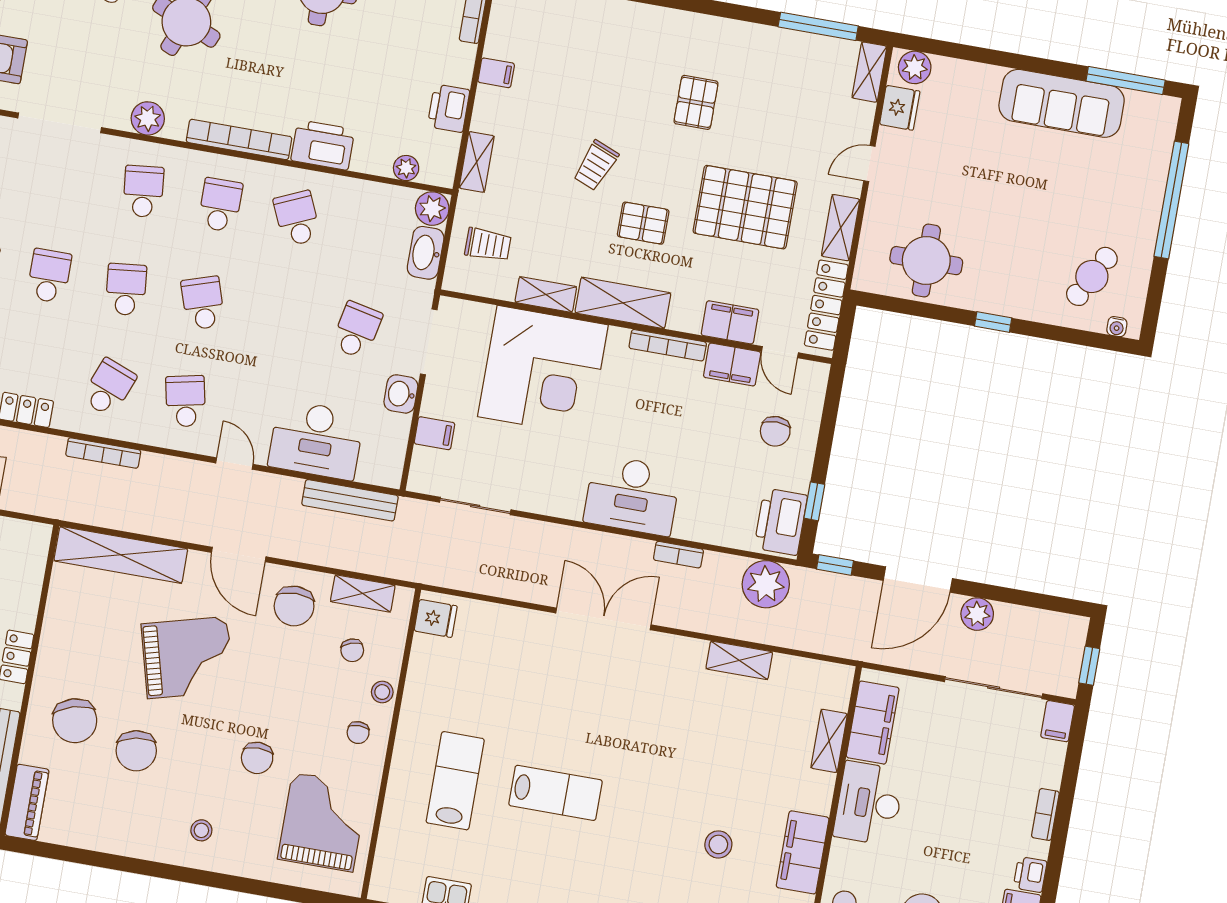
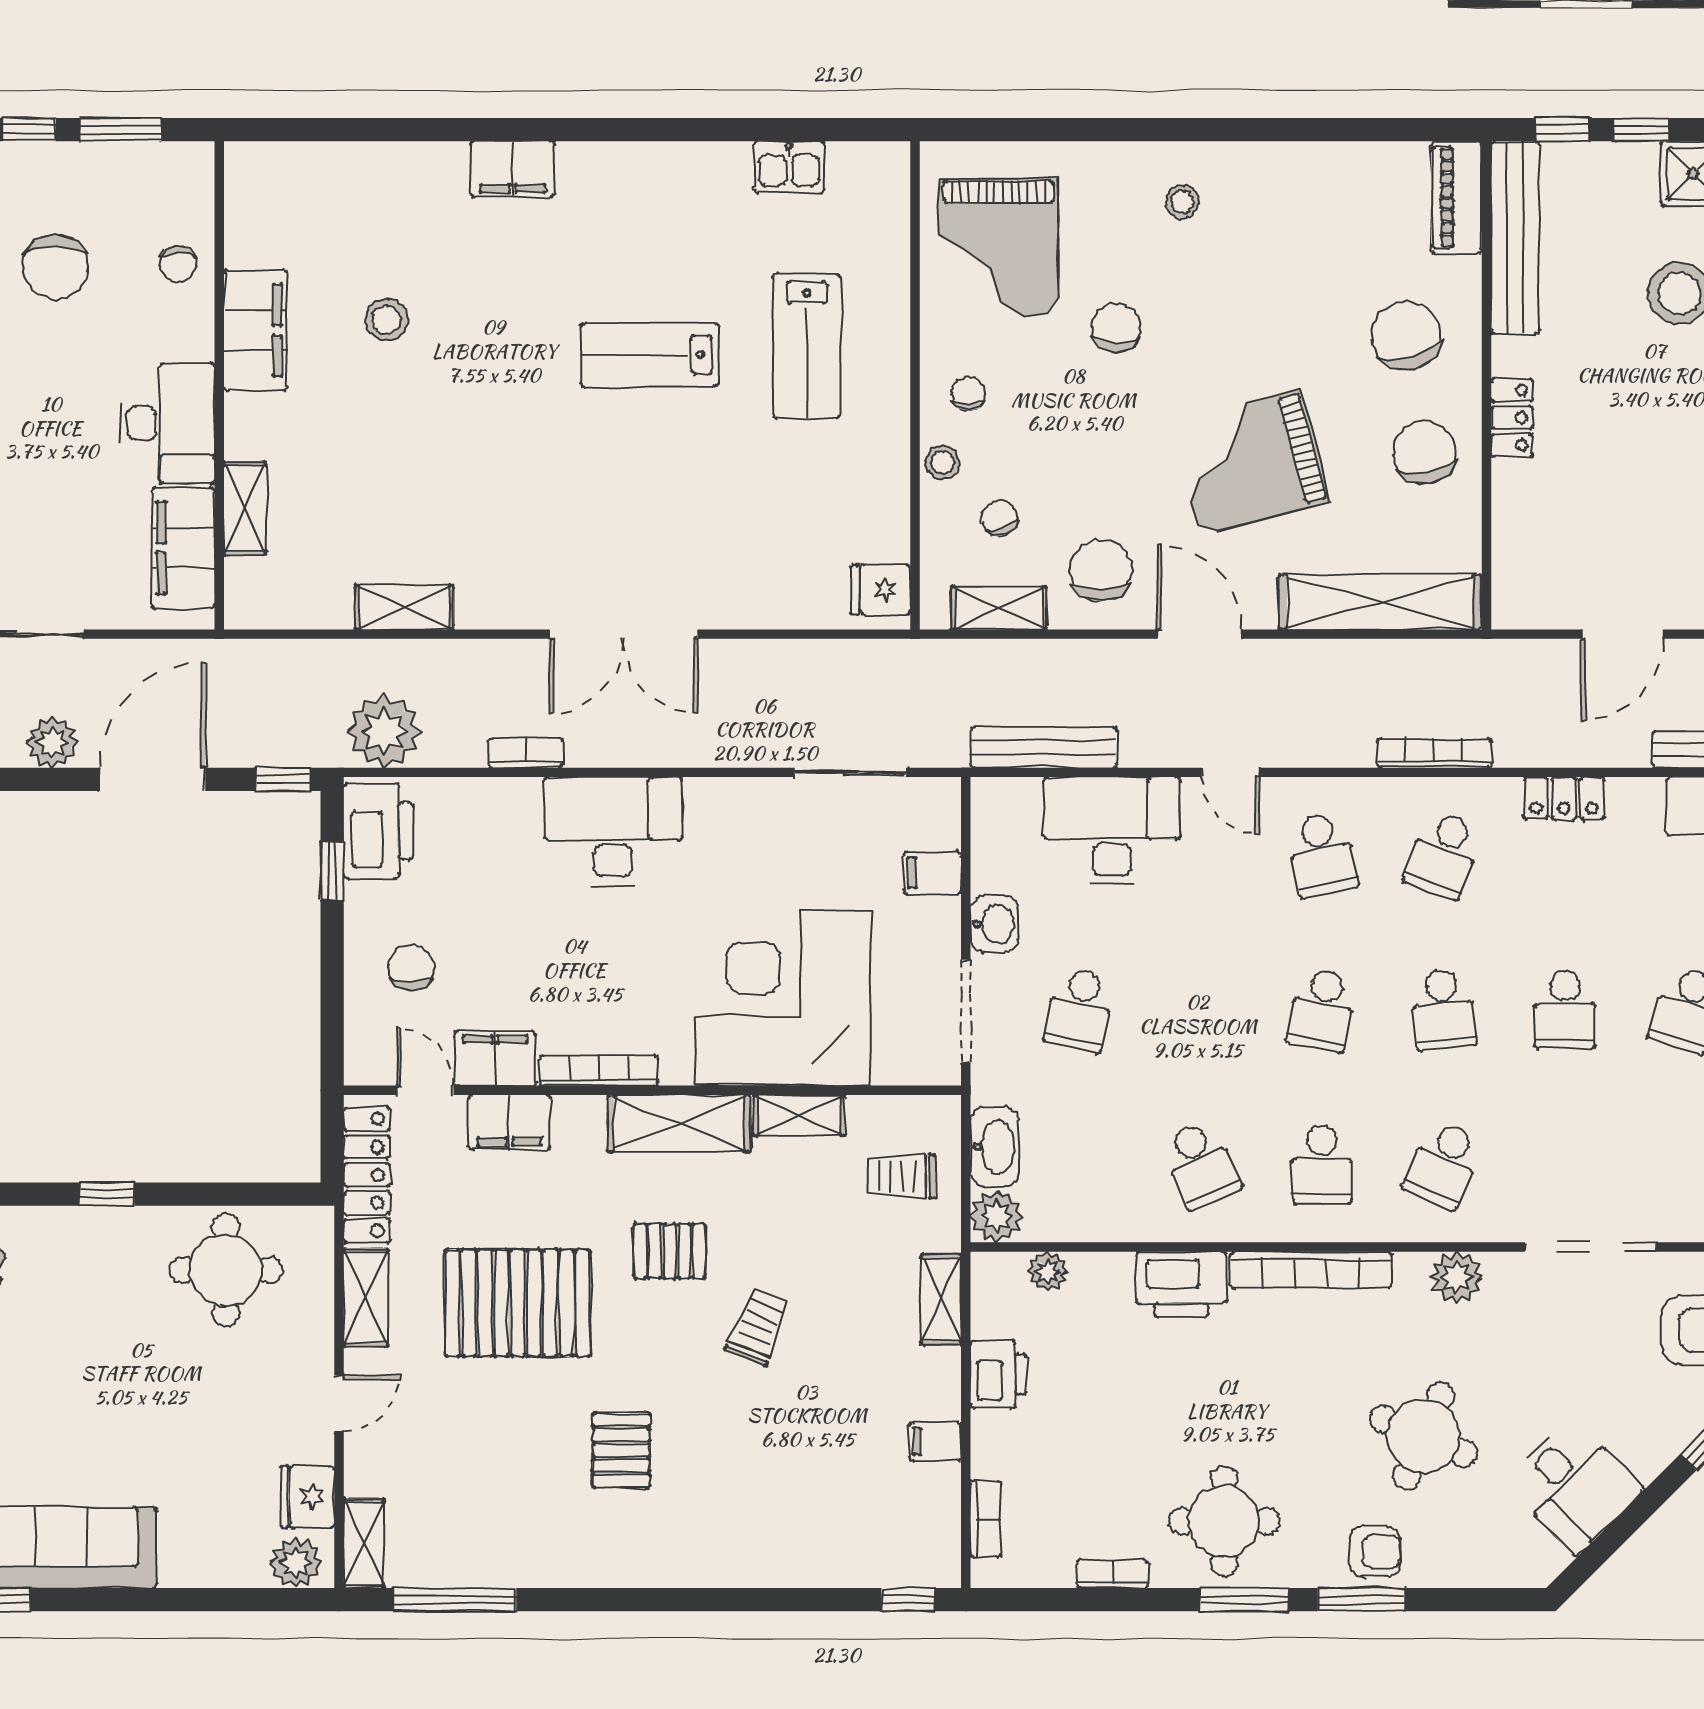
school desk: (143, 191) -> (1444, 1165), turned 30
school desk: (203, 303) -> (1322, 1010), turned 30
chair: (136, 751) -> (1424, 453), moved

